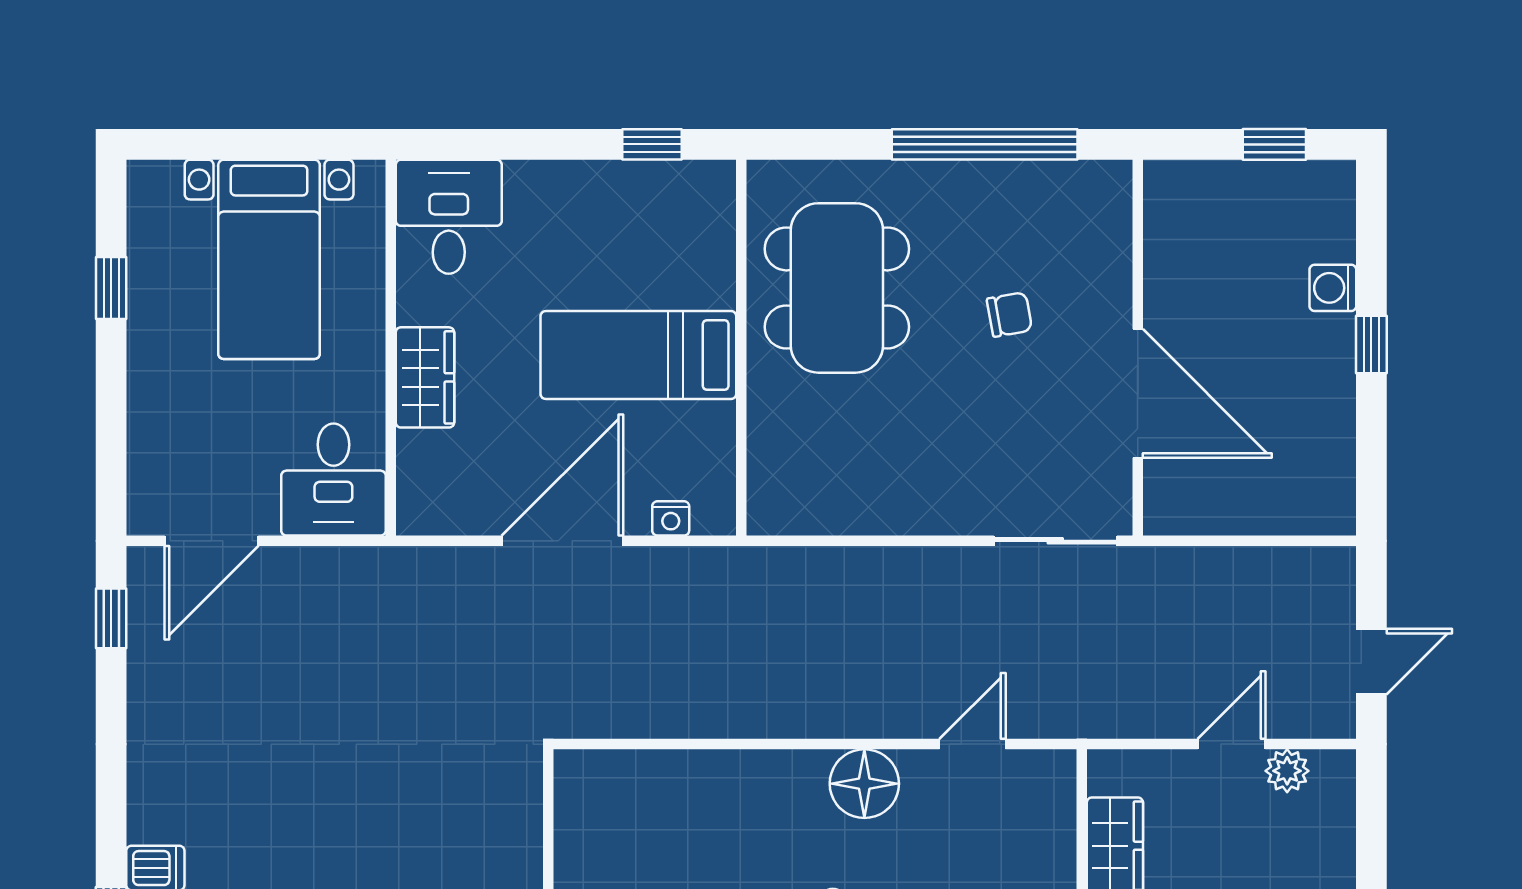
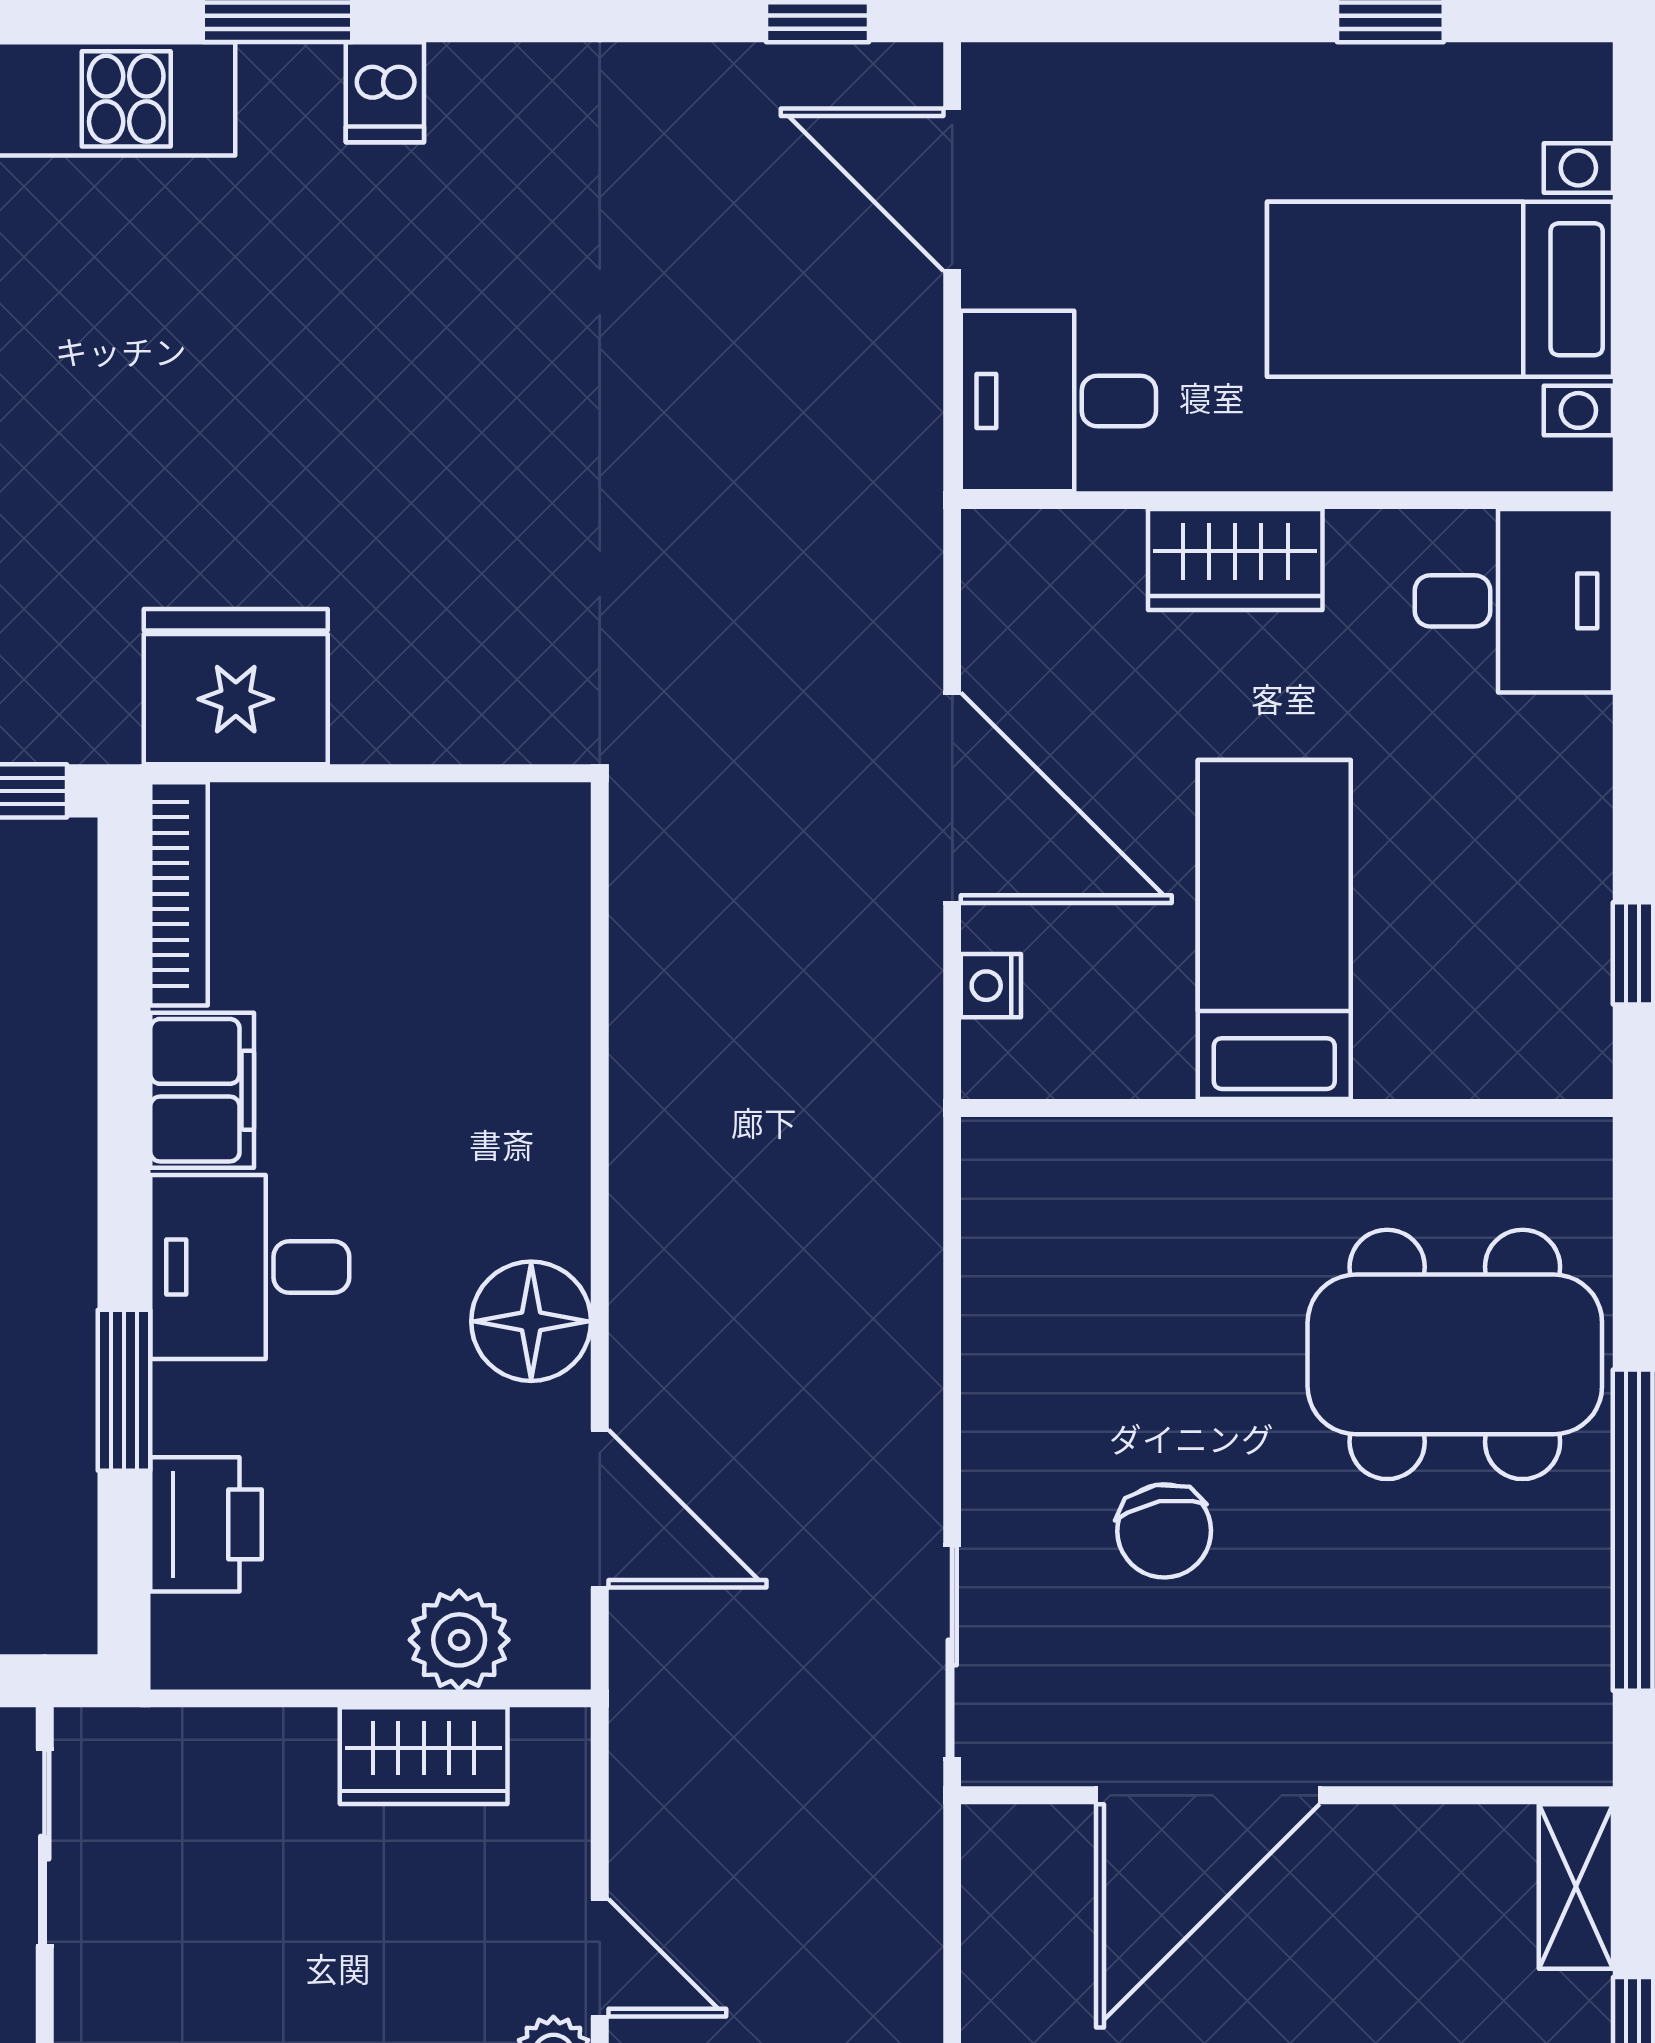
shelving: (1190, 181) -> (1576, 1886), added
dining table: (837, 288) -> (1455, 1354), moved
chair: (1009, 314) -> (1164, 1531), moved, width x1.37, depth x1.37
door: (972, 744) -> (600, 1509), width x1.37
plant: (1048, 825) -> (459, 1640), added

